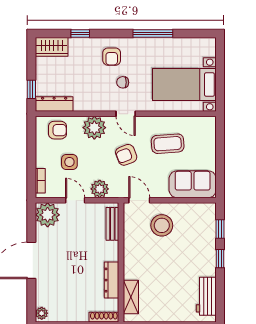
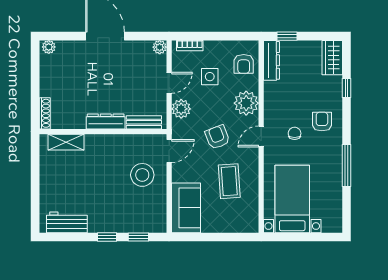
armchair: (112, 57) -> (322, 122), turned 90
plant: (48, 215) -> (160, 47), width x0.53, depth x0.53
dresser: (112, 280) -> (106, 121), moved

